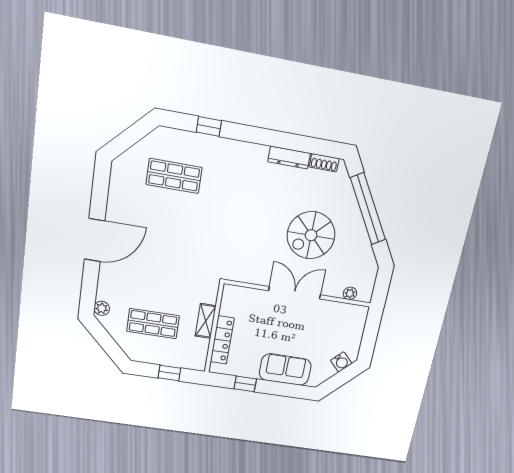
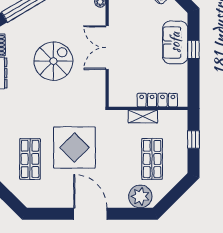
display table: (180, 234) -> (74, 147), added
spiral stairs: (311, 235) -> (53, 61), moved, turned -90
plant: (102, 308) -> (140, 196), width x1.88, depth x1.88
window: (245, 384) -> (193, 50), moved

